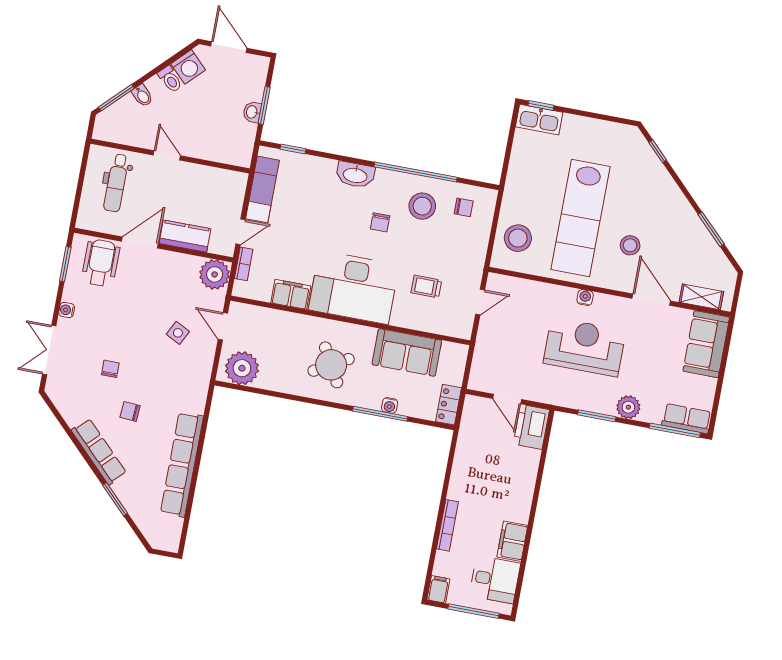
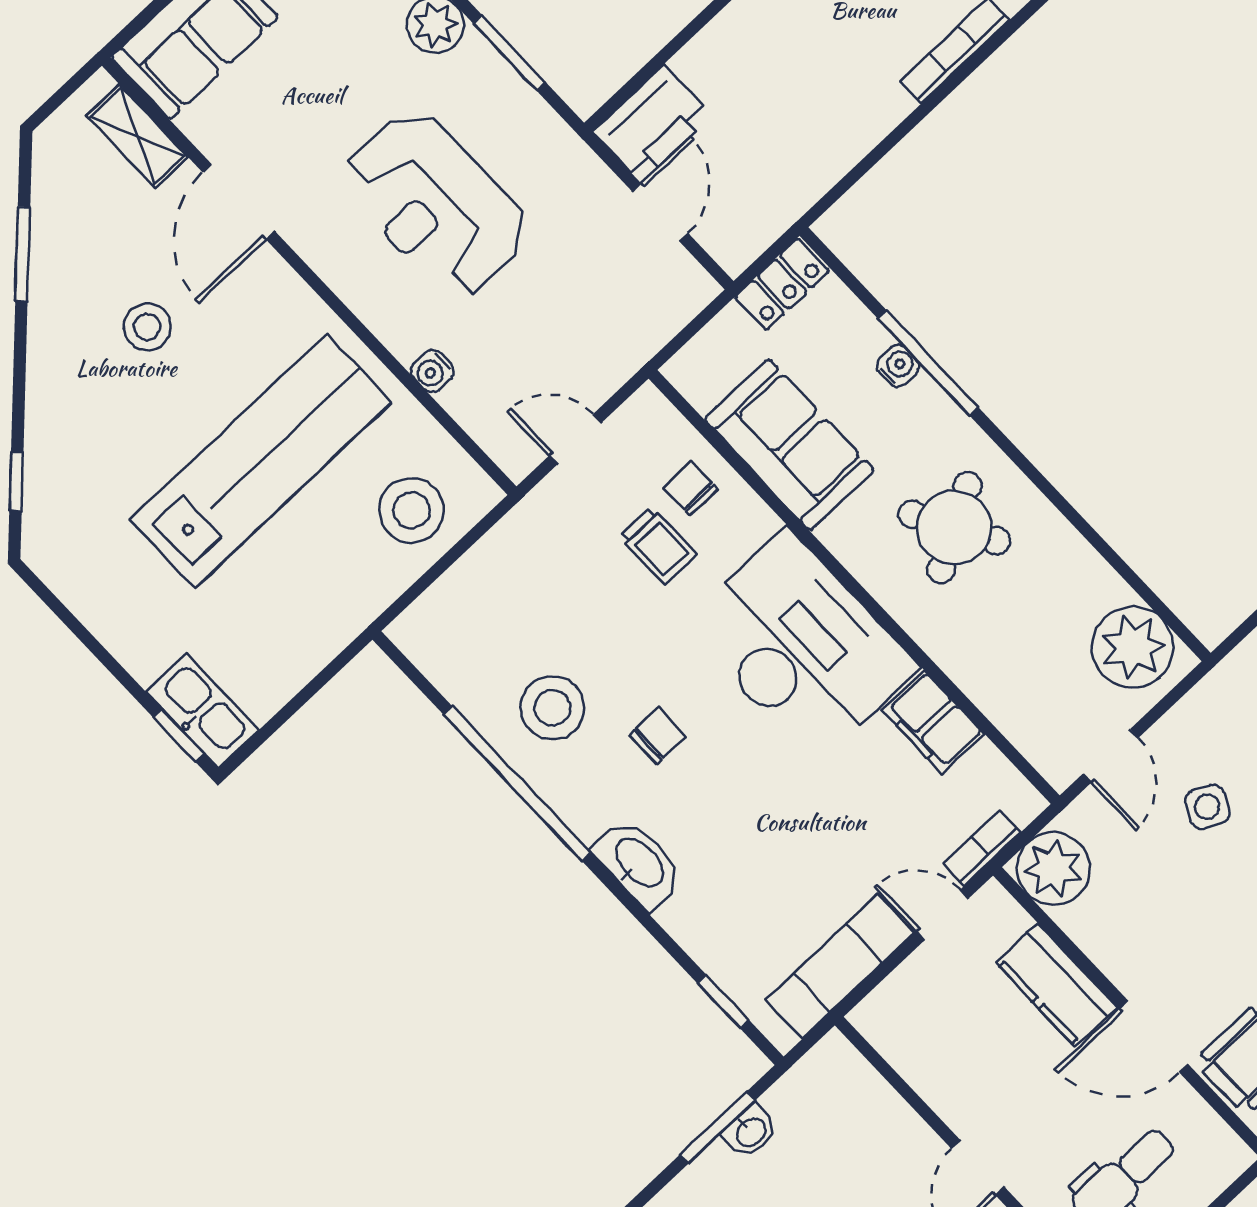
chair: (464, 207) -> (691, 488), moved
stool: (630, 245) -> (147, 327), moved
water cooler: (585, 297) -> (432, 371), moved

